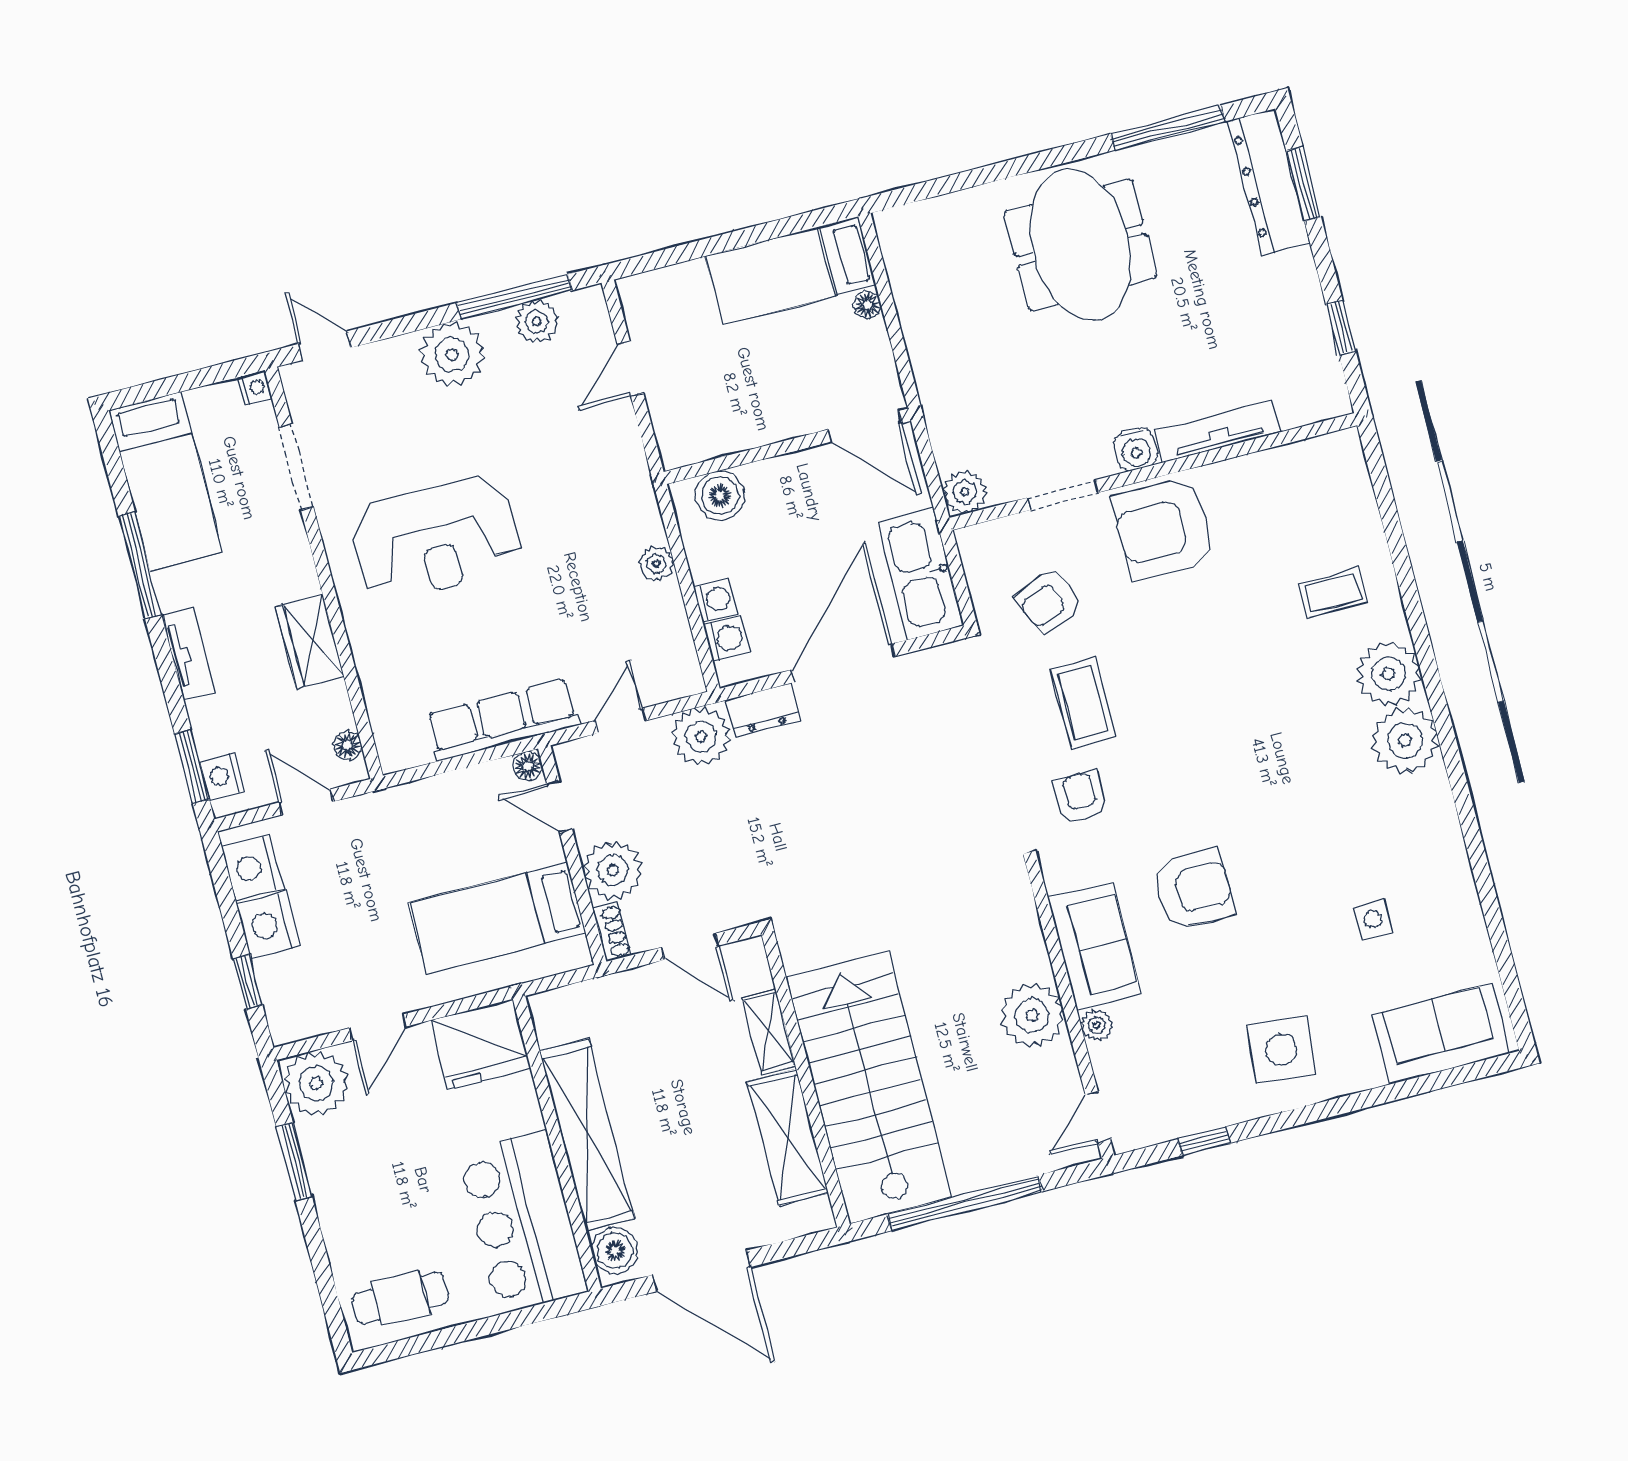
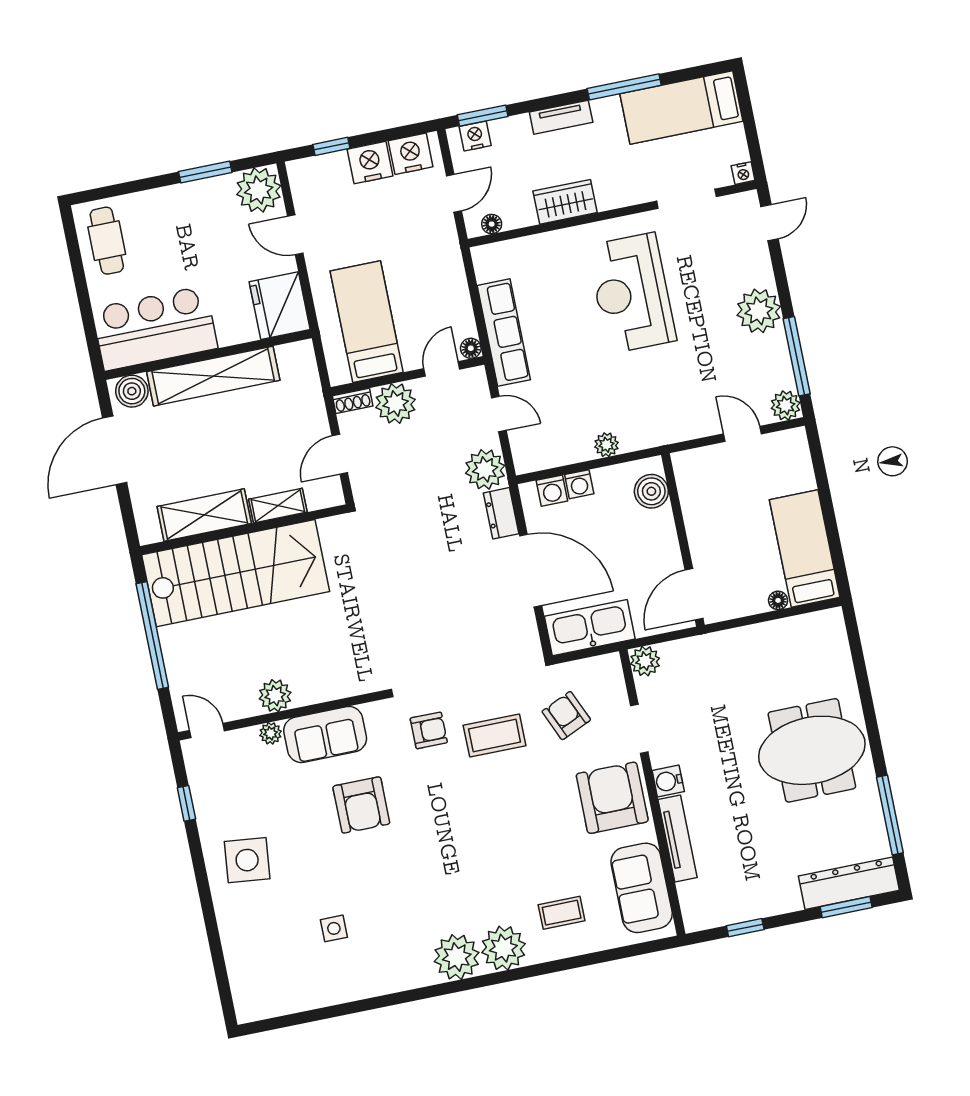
plant: (537, 322) -> (786, 406), moved
coffee table: (1333, 593) -> (562, 913), turned 90
plant: (1032, 1015) -> (275, 696), width x0.73, depth x0.73
sofa: (1440, 1034) -> (642, 888), moved, turned 180

